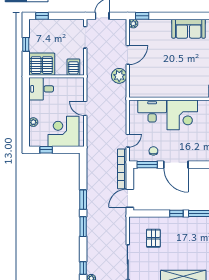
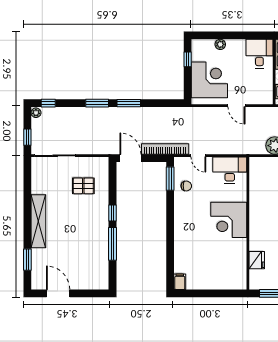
door: (85, 108) -> (236, 106), swing flipped
desk: (152, 111) -> (230, 170), moved, turned -90
door: (176, 165) -> (170, 212), removed

